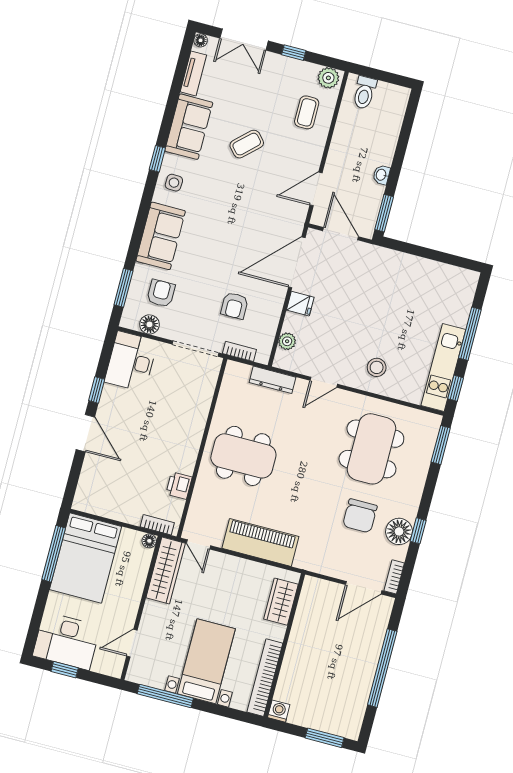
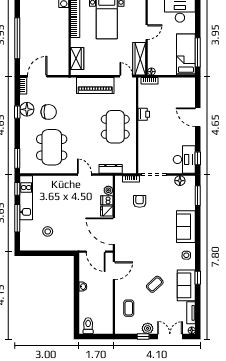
plant: (328, 78) -> (148, 328), moved
toilet: (364, 93) -> (88, 326), moved
window: (157, 159) -> (198, 278), moved
window: (384, 213) -> (76, 268), removed
door: (297, 262) -> (114, 231), swing flipped
armchair: (161, 293) -> (178, 198), removed
dishwasher: (295, 323) -> (107, 200), added
stool: (377, 367) -> (48, 231), moved
door: (324, 382) -> (85, 174), hinge flipped
window: (97, 390) -> (198, 158), moved
dining table: (243, 456) -> (115, 127), turned 90
printer: (179, 486) -> (144, 114), moved
chair: (360, 516) -> (49, 112), turned 90
bed: (86, 558) -> (186, 55), width x0.67
door: (132, 643) -> (147, 32), moved

